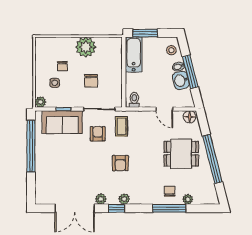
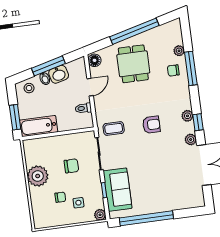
toilet: (134, 100) -> (83, 108), moved
armchair: (98, 134) -> (124, 152), removed

